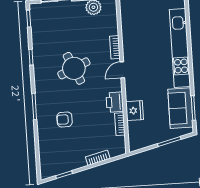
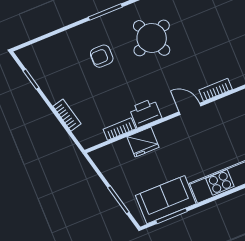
round table: (74, 68) -> (152, 38), moved
armchair: (64, 119) -> (102, 56), turned -90

